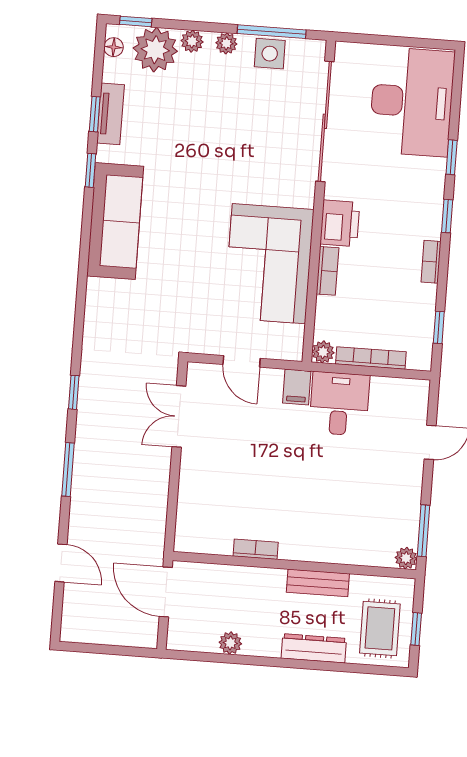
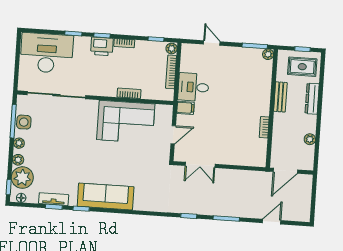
printer: (340, 223) -> (102, 46), moved, turned 180
plant: (323, 352) -> (172, 49), moved

